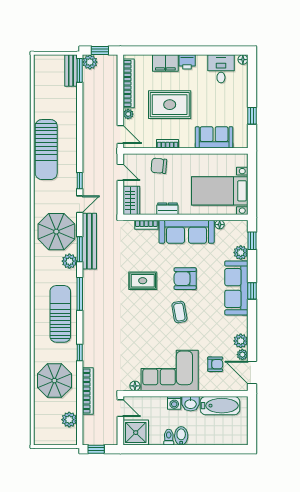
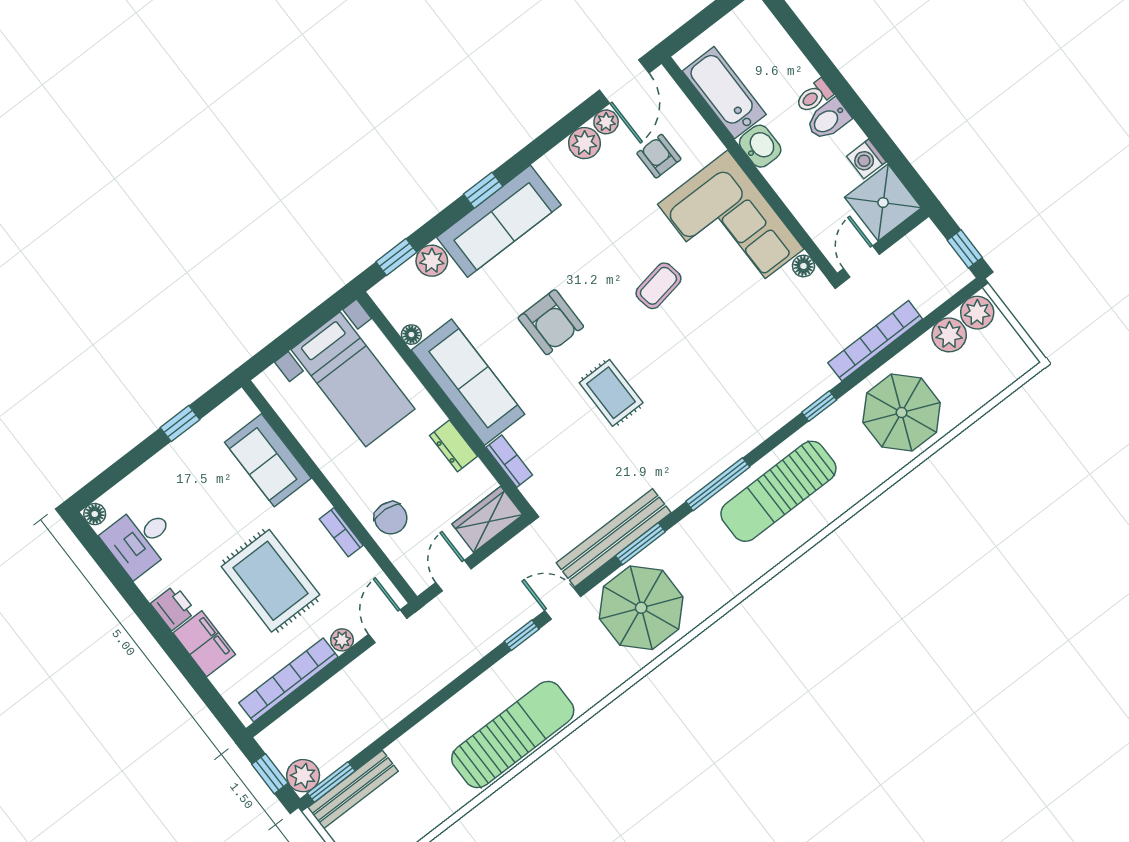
bench: (71, 70) -> (353, 789), width x1.36
plant: (69, 261) -> (977, 313), moved
coffee table: (179, 312) -> (658, 286), moved
washing machine: (174, 403) -> (866, 159), moved, turned 180
toilet: (169, 437) -> (814, 96), moved

